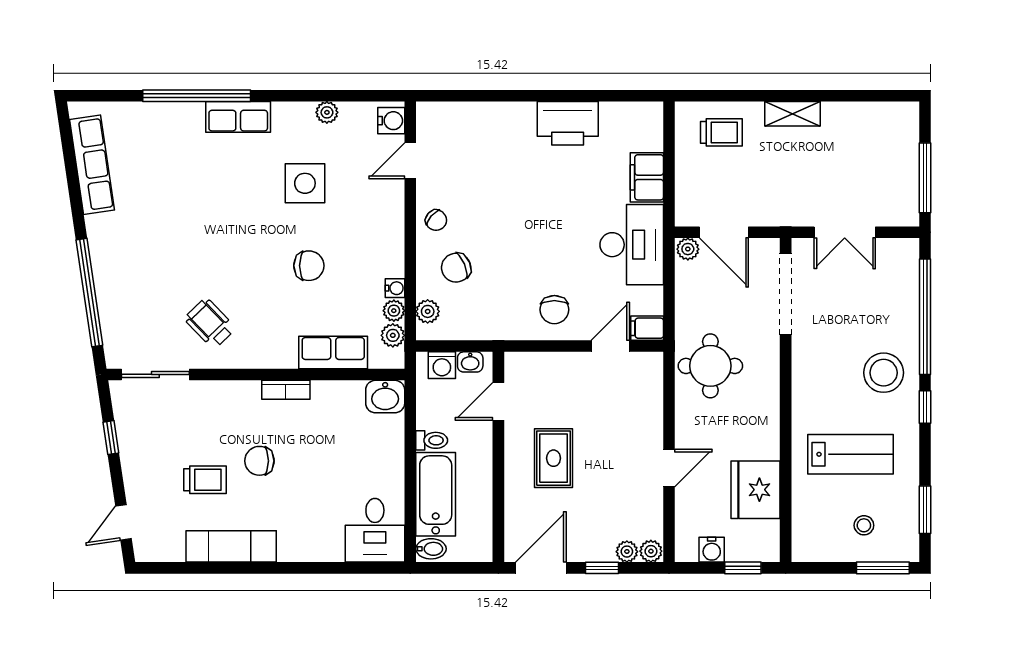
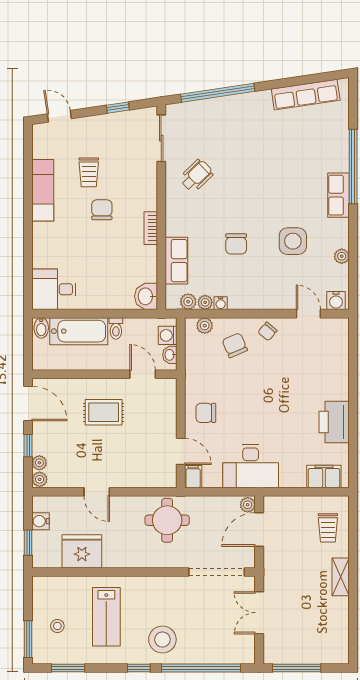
filing cabinet: (647, 177) -> (324, 477), moved

